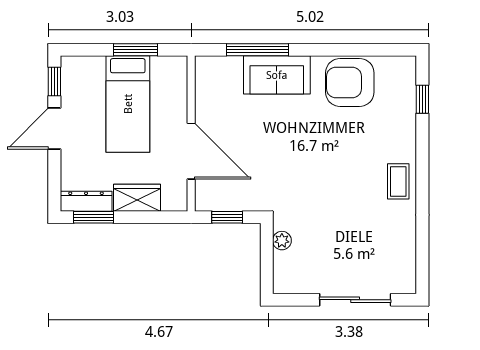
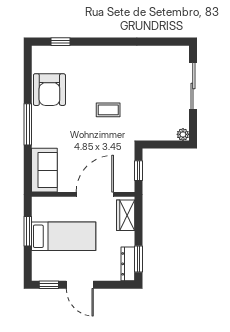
window: (257, 50) -> (28, 124), moved
sofa: (277, 75) -> (44, 170), moved
coffee table: (398, 181) -> (108, 110), moved
wardrobe: (137, 198) -> (126, 215), moved
plant: (282, 241) -> (183, 134), moved

